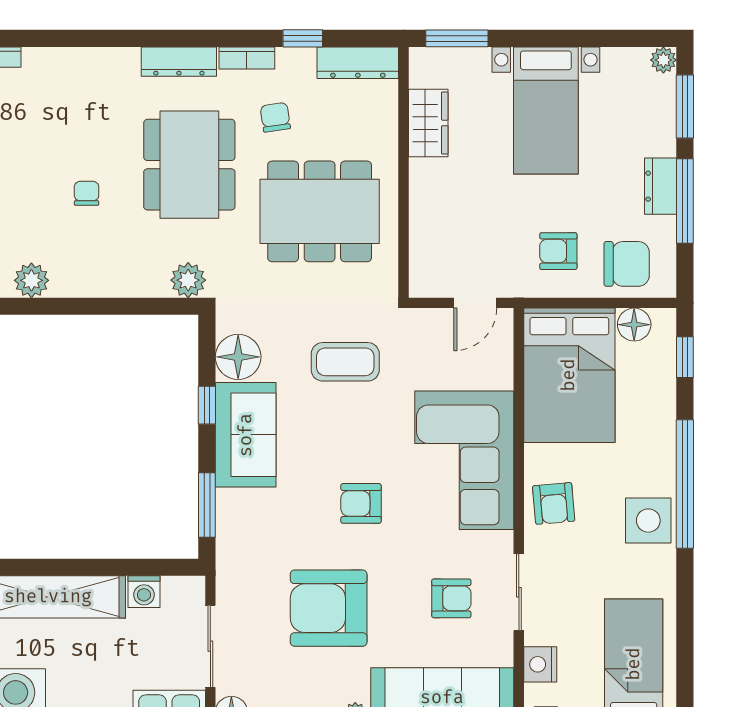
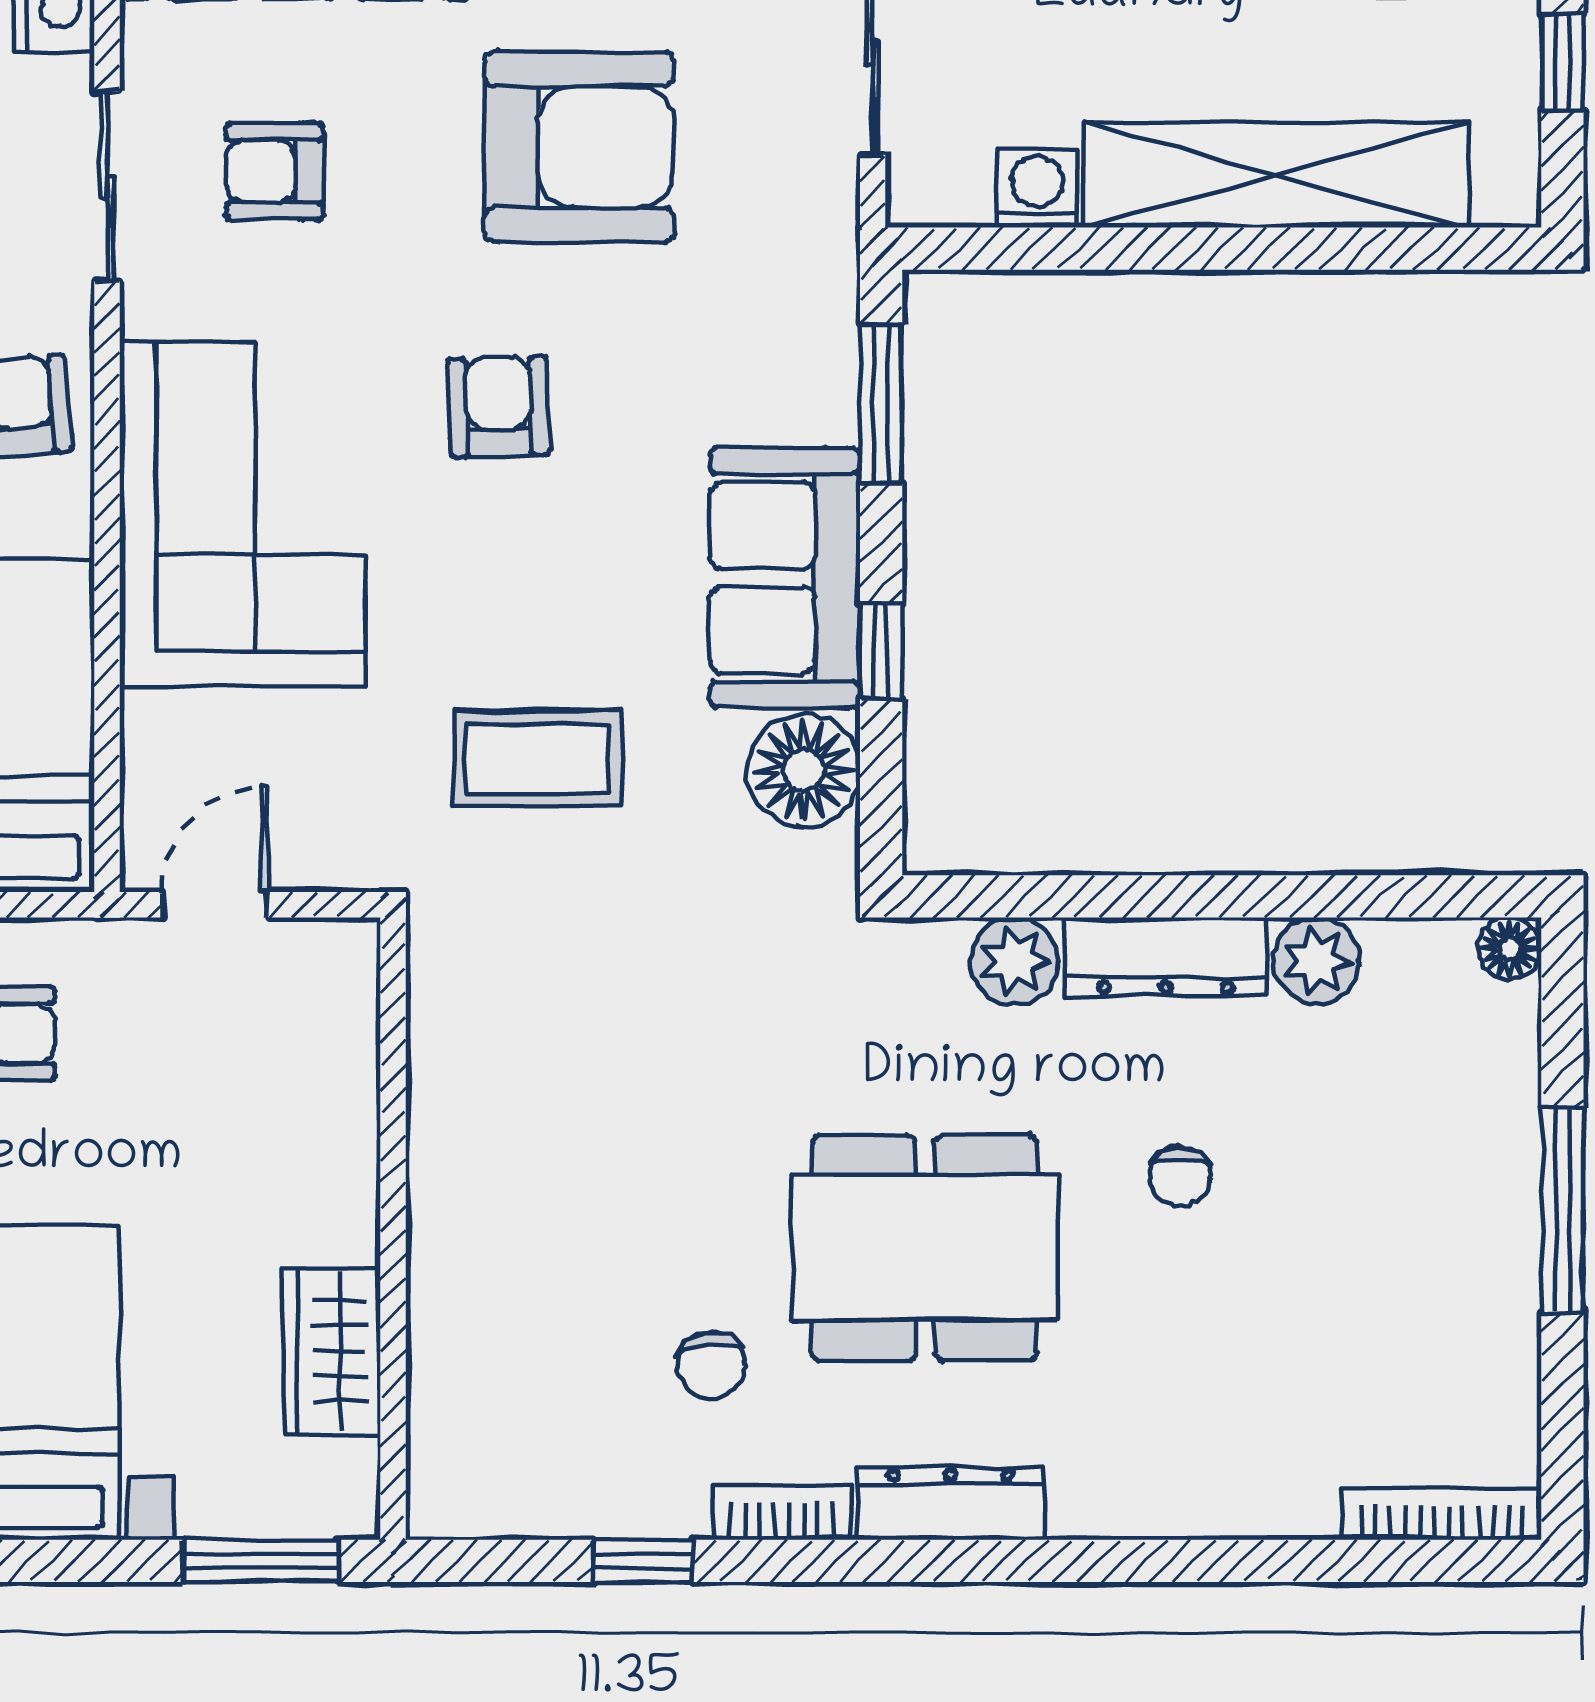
dresser: (358, 63) -> (1166, 957), moved, turned 180
dining table: (189, 165) -> (925, 1248), turned 90
dining table: (320, 211) -> (602, 1132), removed
plant: (188, 280) -> (1014, 961), moved
armchair: (361, 503) -> (499, 407), turned -92

